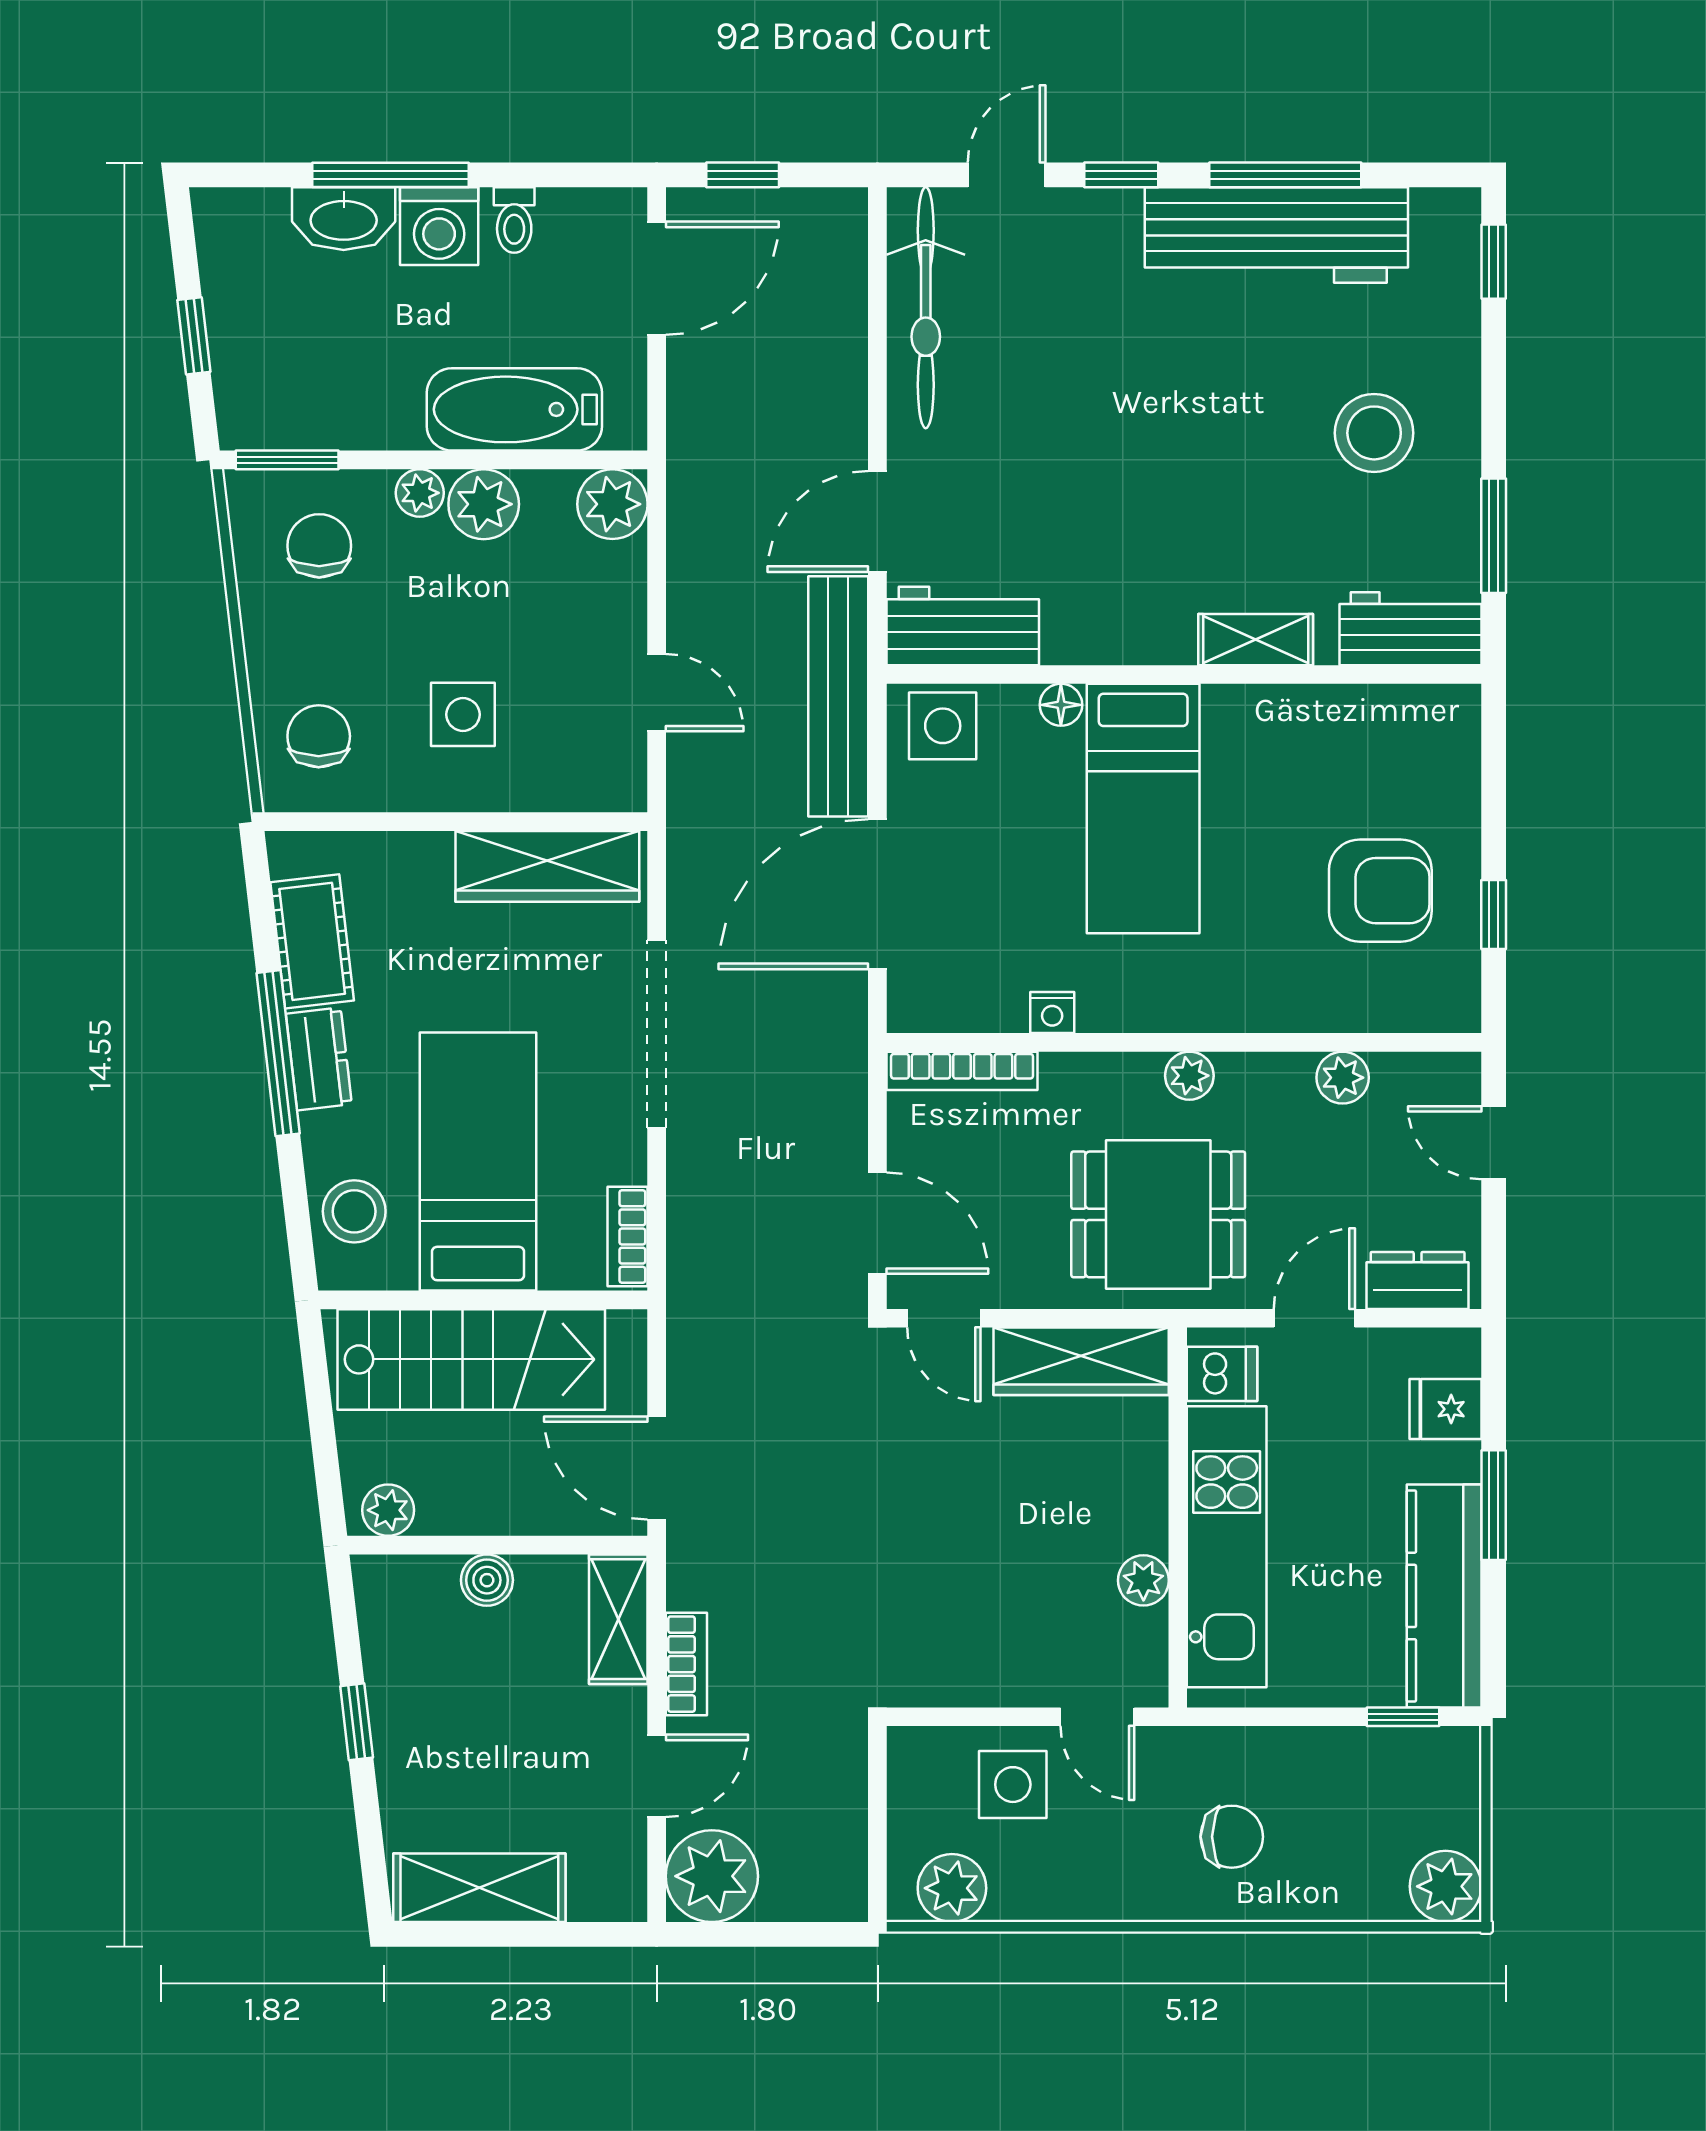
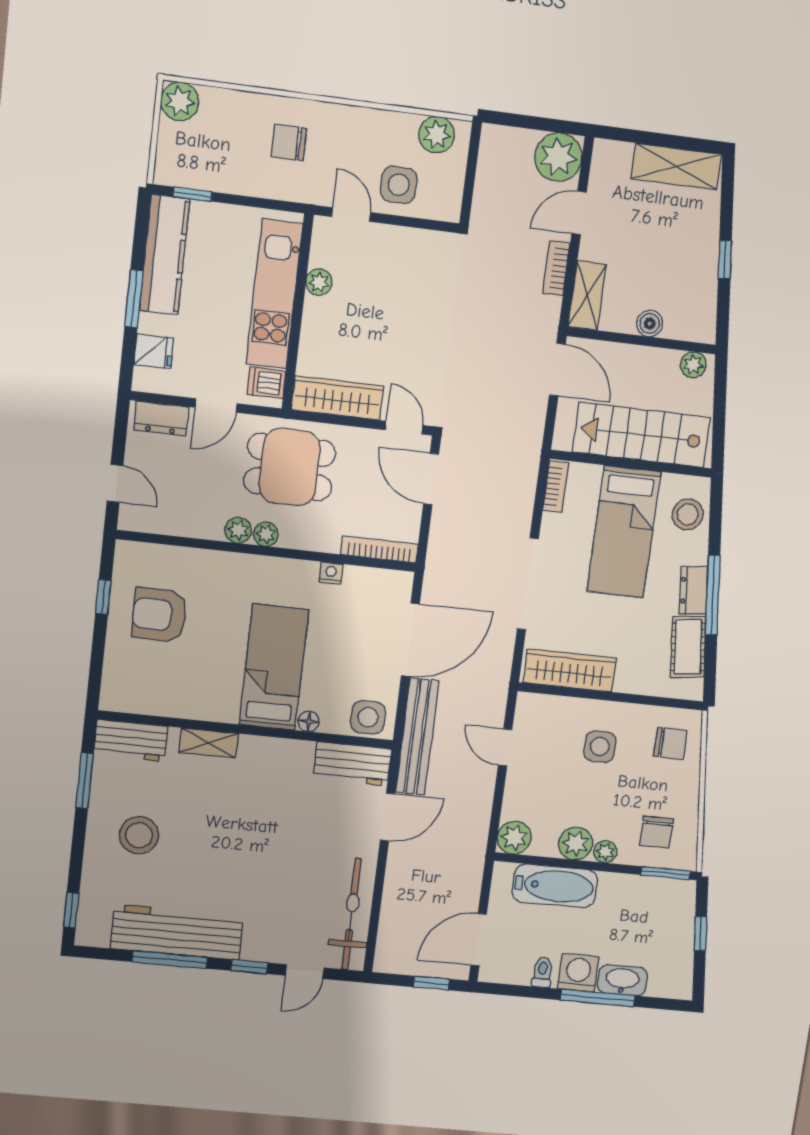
chair: (319, 736) -> (670, 743), turned -90
plant: (1343, 1078) -> (238, 530), moved

